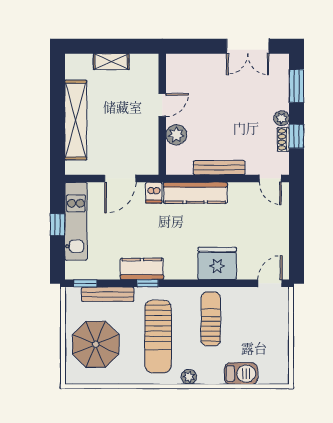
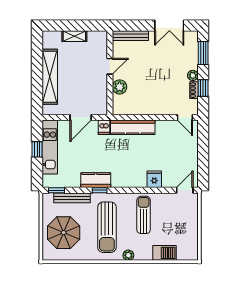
bench: (219, 168) -> (130, 36), moved
fridge: (217, 263) -> (154, 179), width x0.53, depth x0.75

